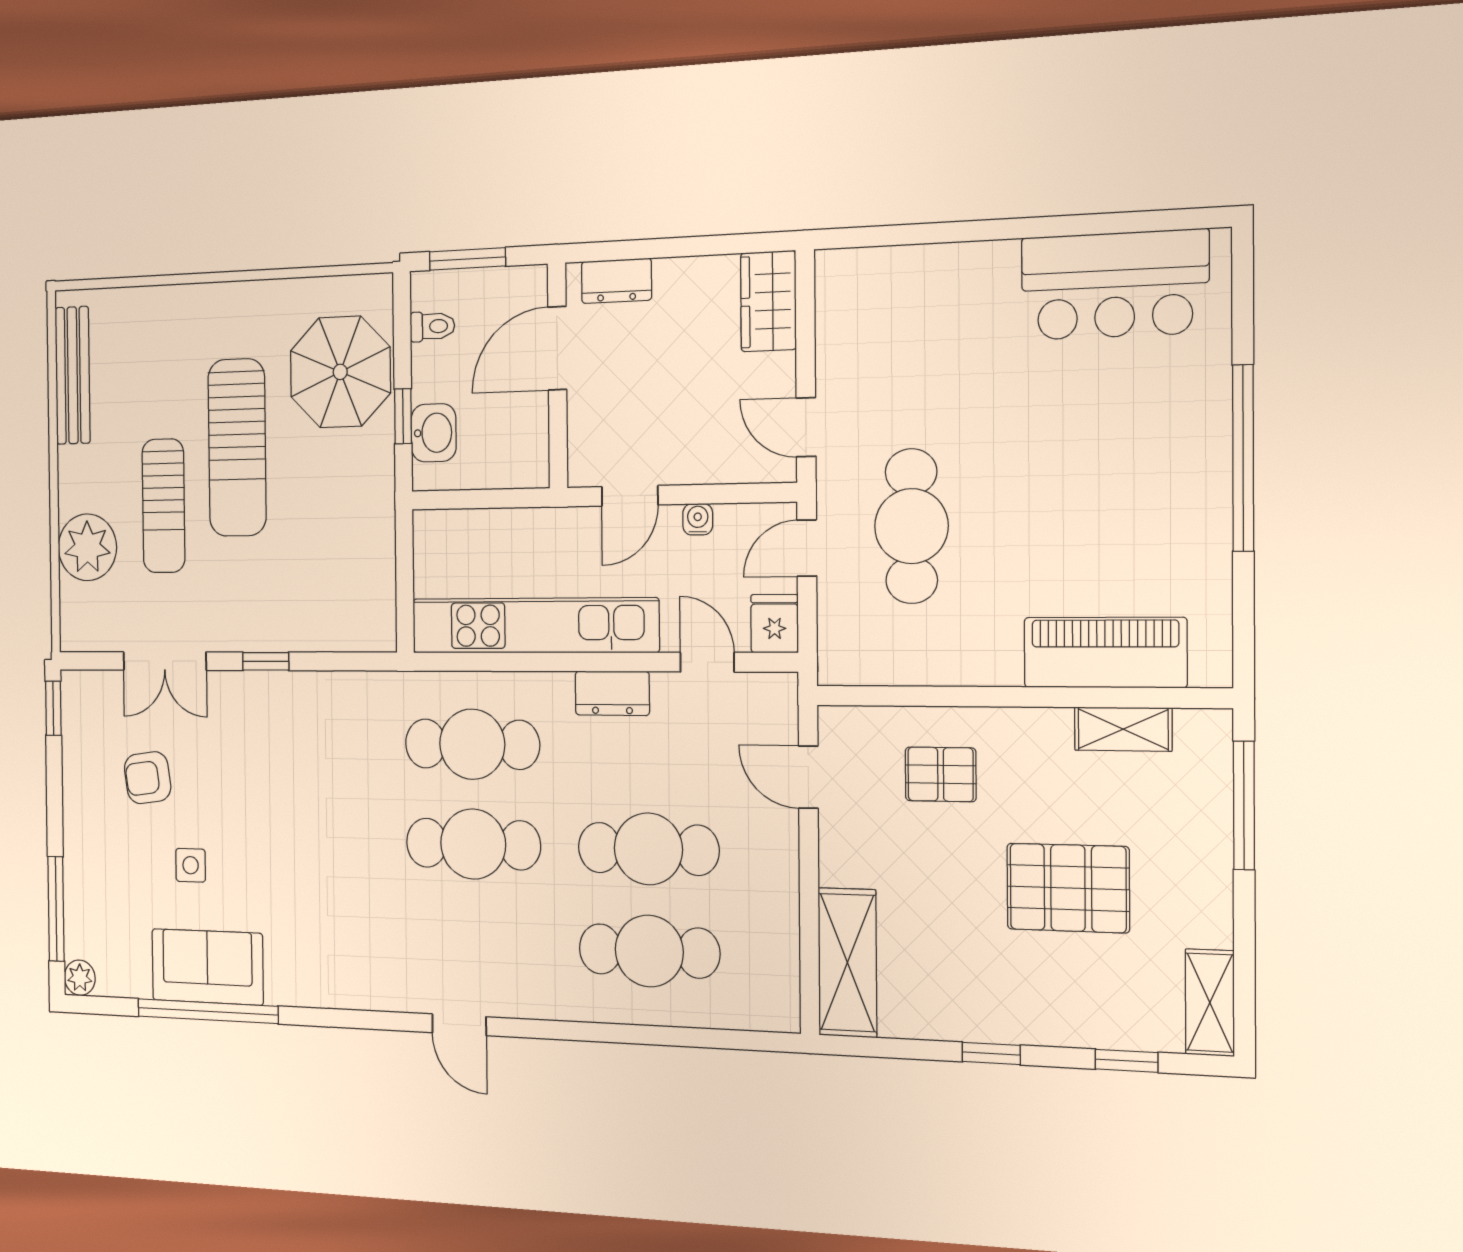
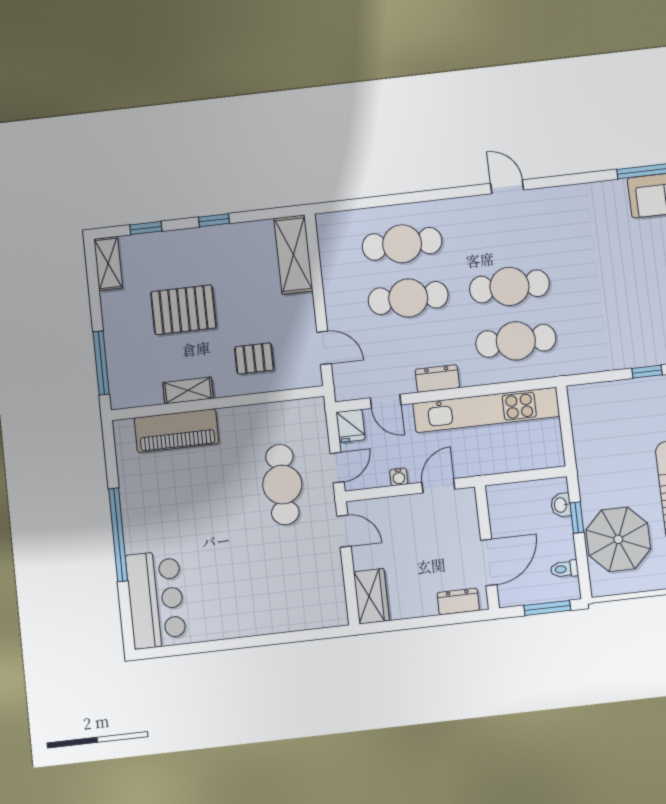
bar counter: (1115, 285) -> (156, 599), moved, turned 90
washbasin: (434, 433) -> (561, 505), width x0.72, depth x0.69
shelving: (1123, 729) -> (188, 390), moved

